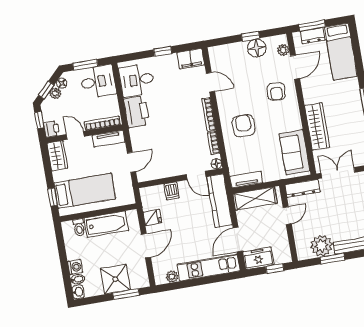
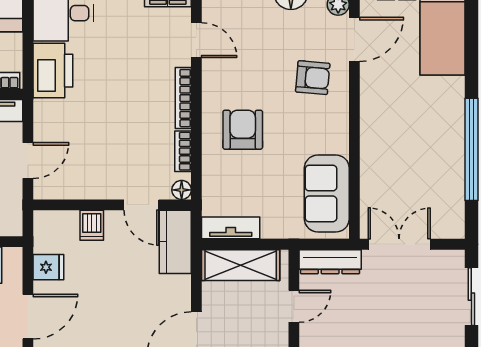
armchair: (276, 92) -> (313, 78), turned -90
wardrobe: (317, 126) -> (376, 154), removed
kitchen counter: (219, 201) -> (175, 242), width x0.67

